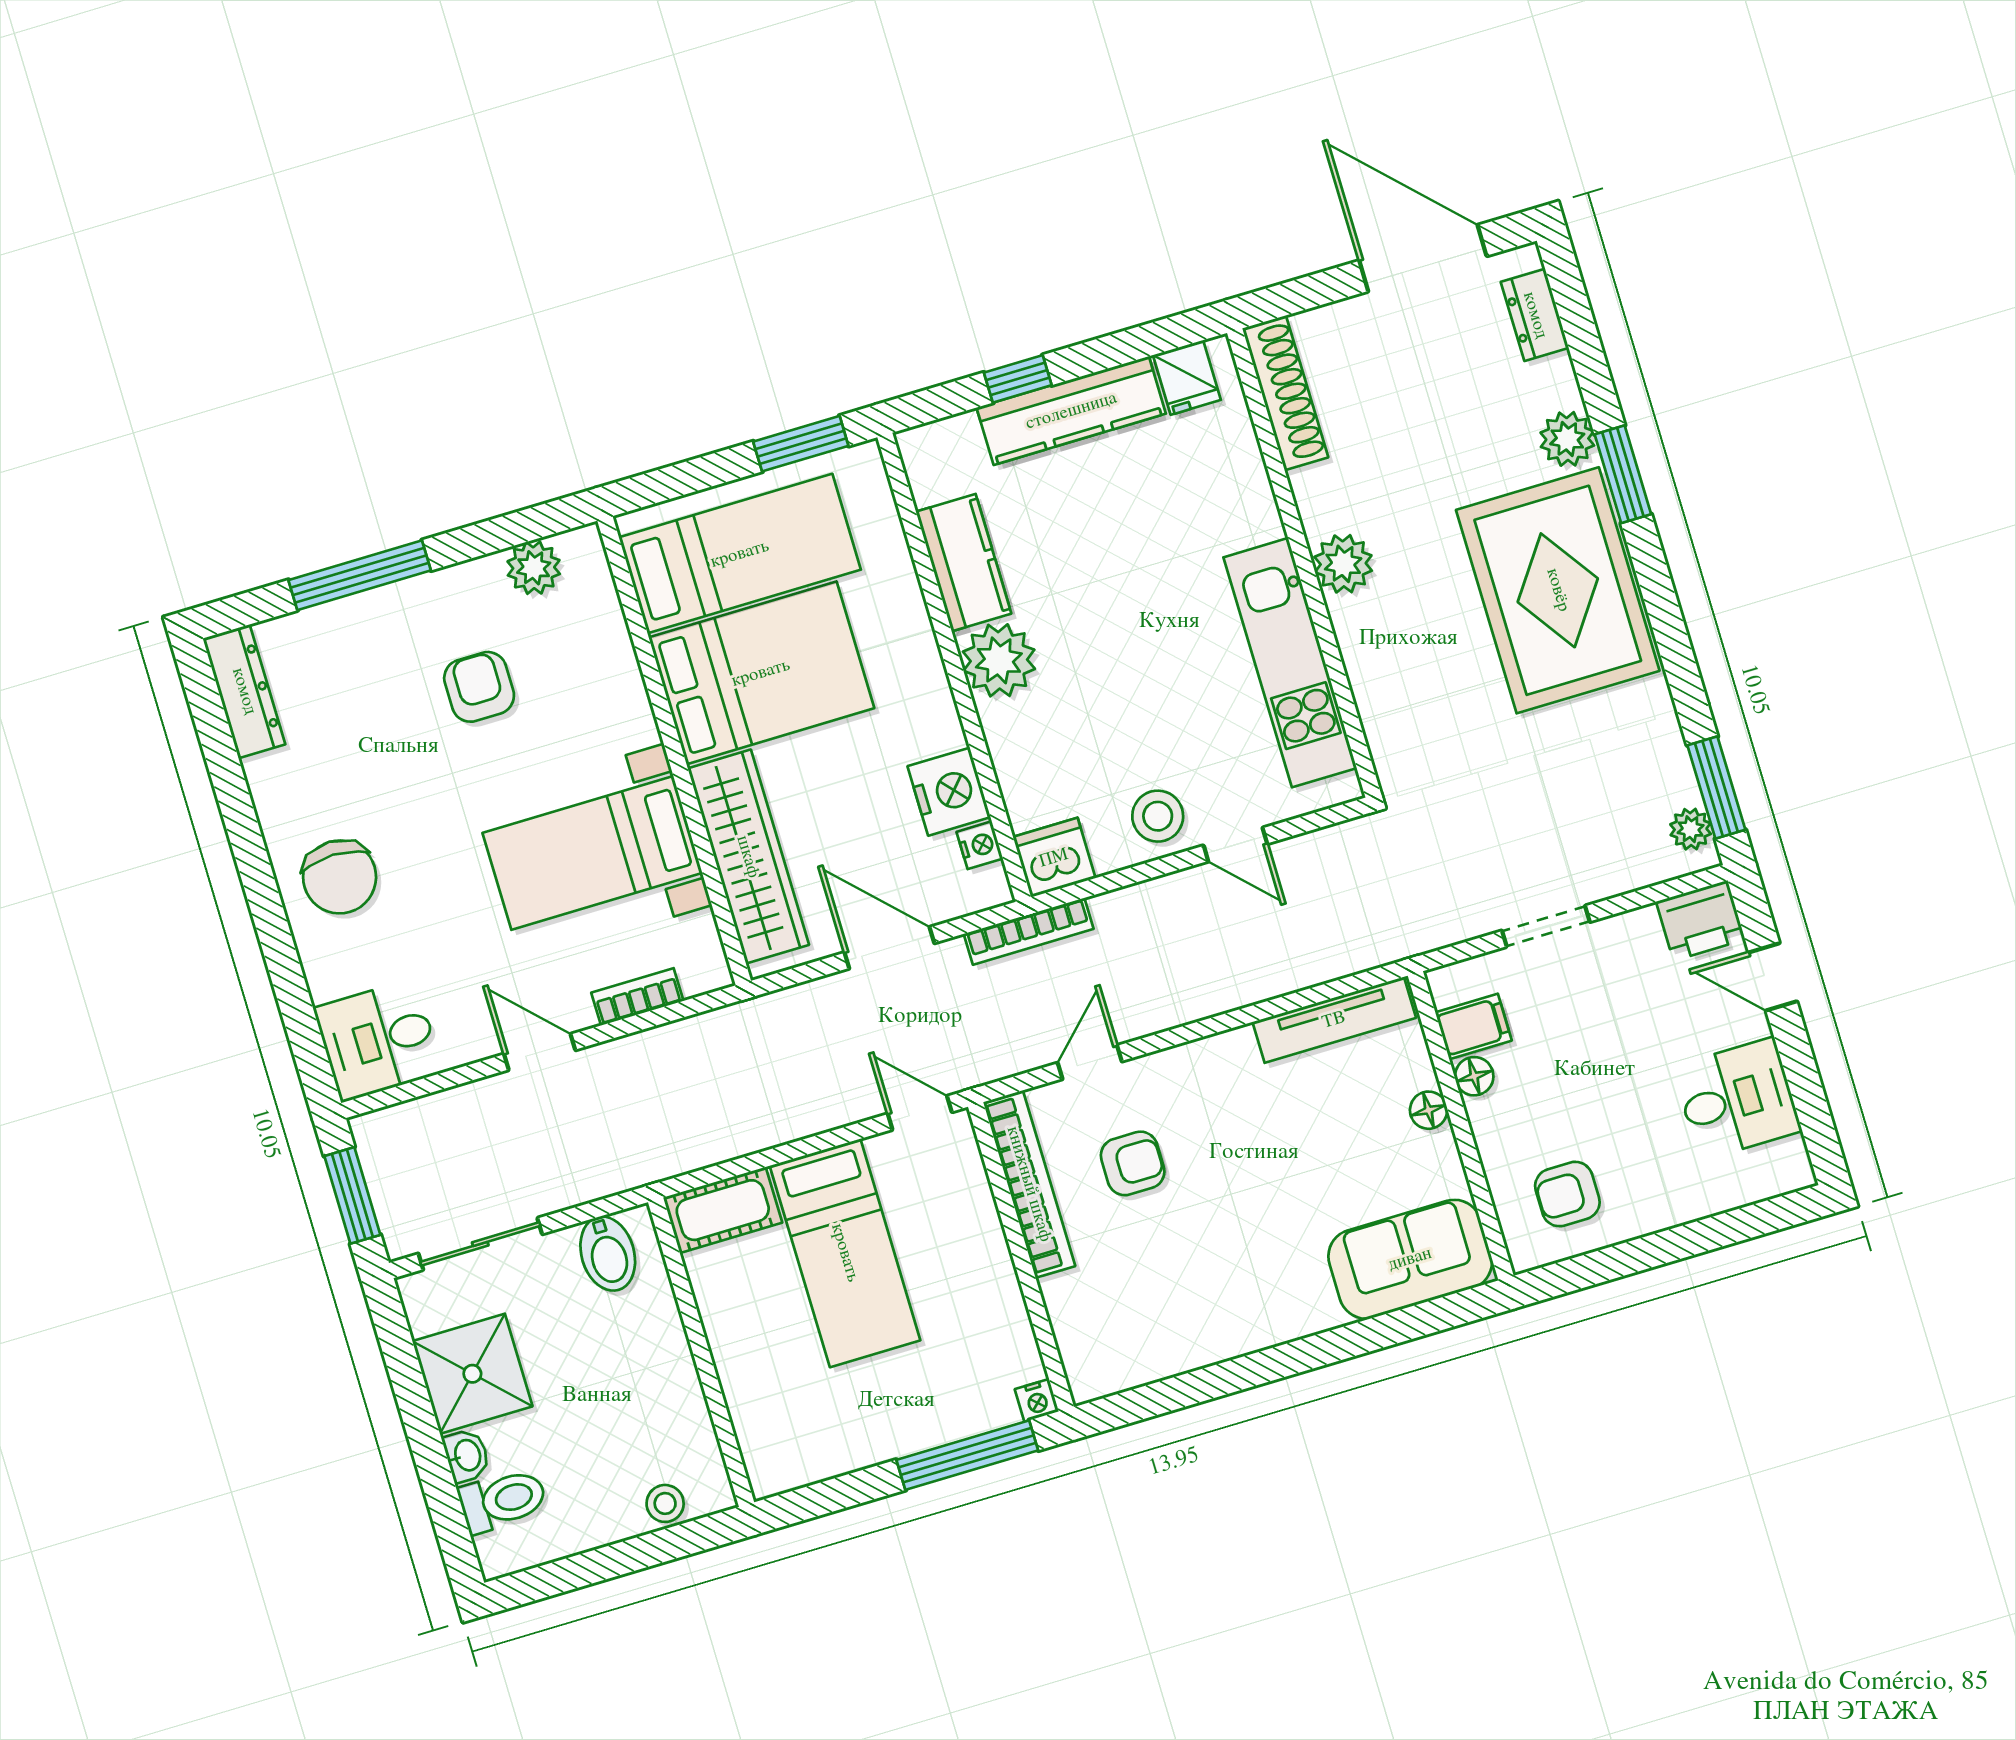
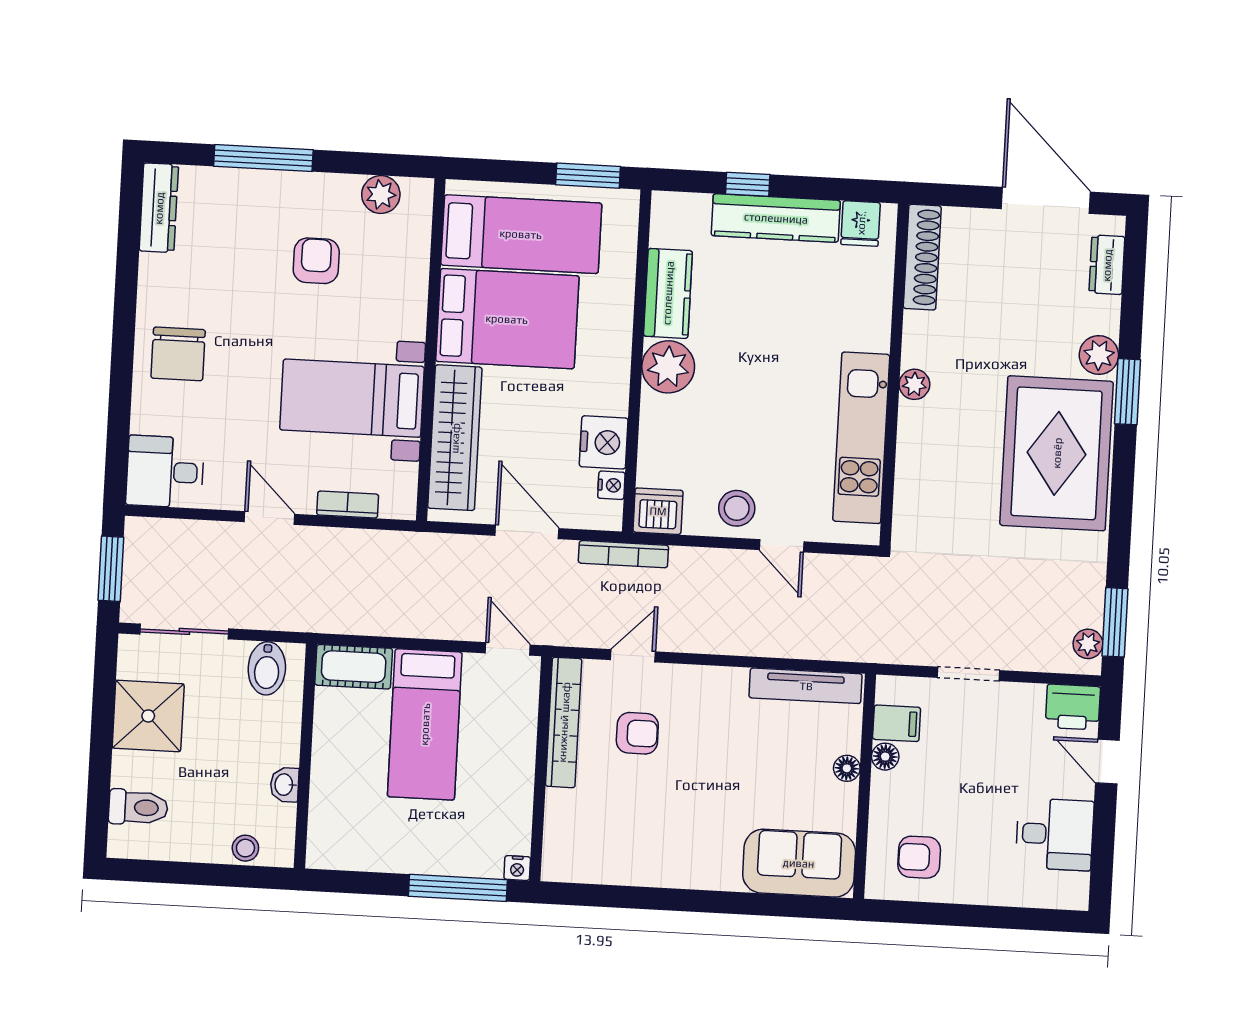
plant: (1343, 564) -> (914, 384), width x0.73, depth x0.73
washbasin: (467, 1456) -> (285, 785), moved, turned 180

